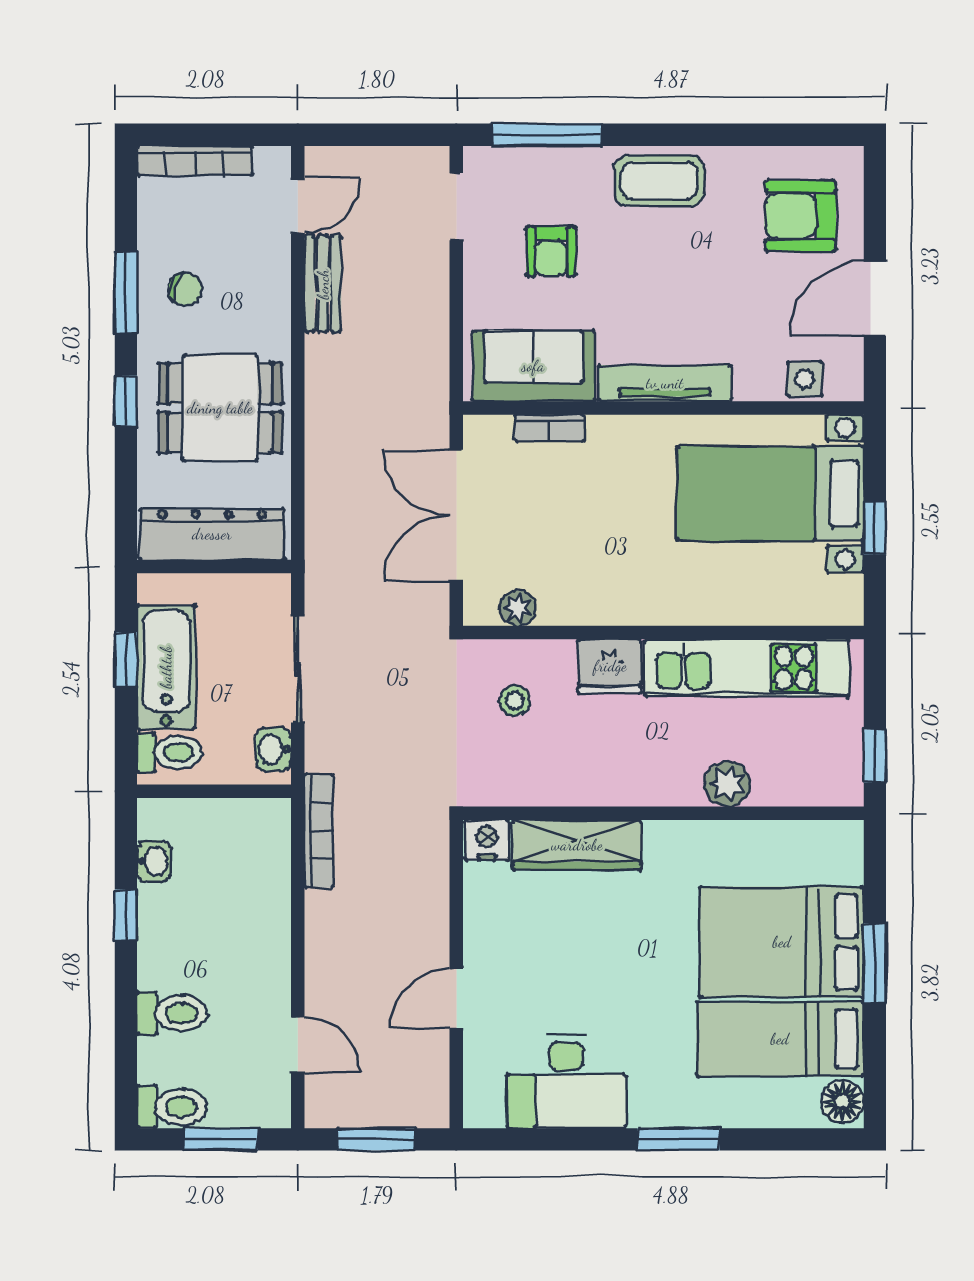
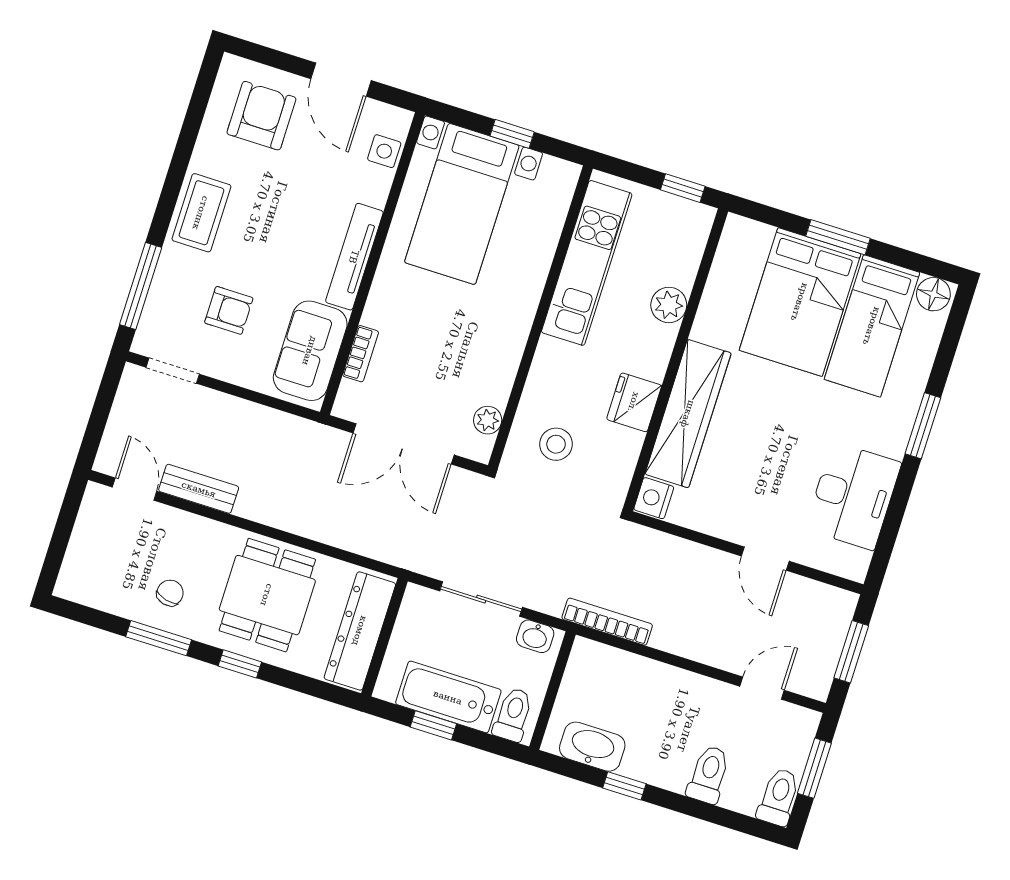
bookcase: (195, 161) -> (76, 555), removed
armchair: (800, 216) -> (261, 116), turned 180
fridge: (610, 666) -> (634, 402), moved, turned 180
stool: (515, 701) -> (556, 444), width x1.37, depth x1.37
wardrobe: (577, 845) -> (688, 414), width x1.40, depth x1.17
washbasin: (154, 861) -> (592, 747), width x1.91, depth x1.45

